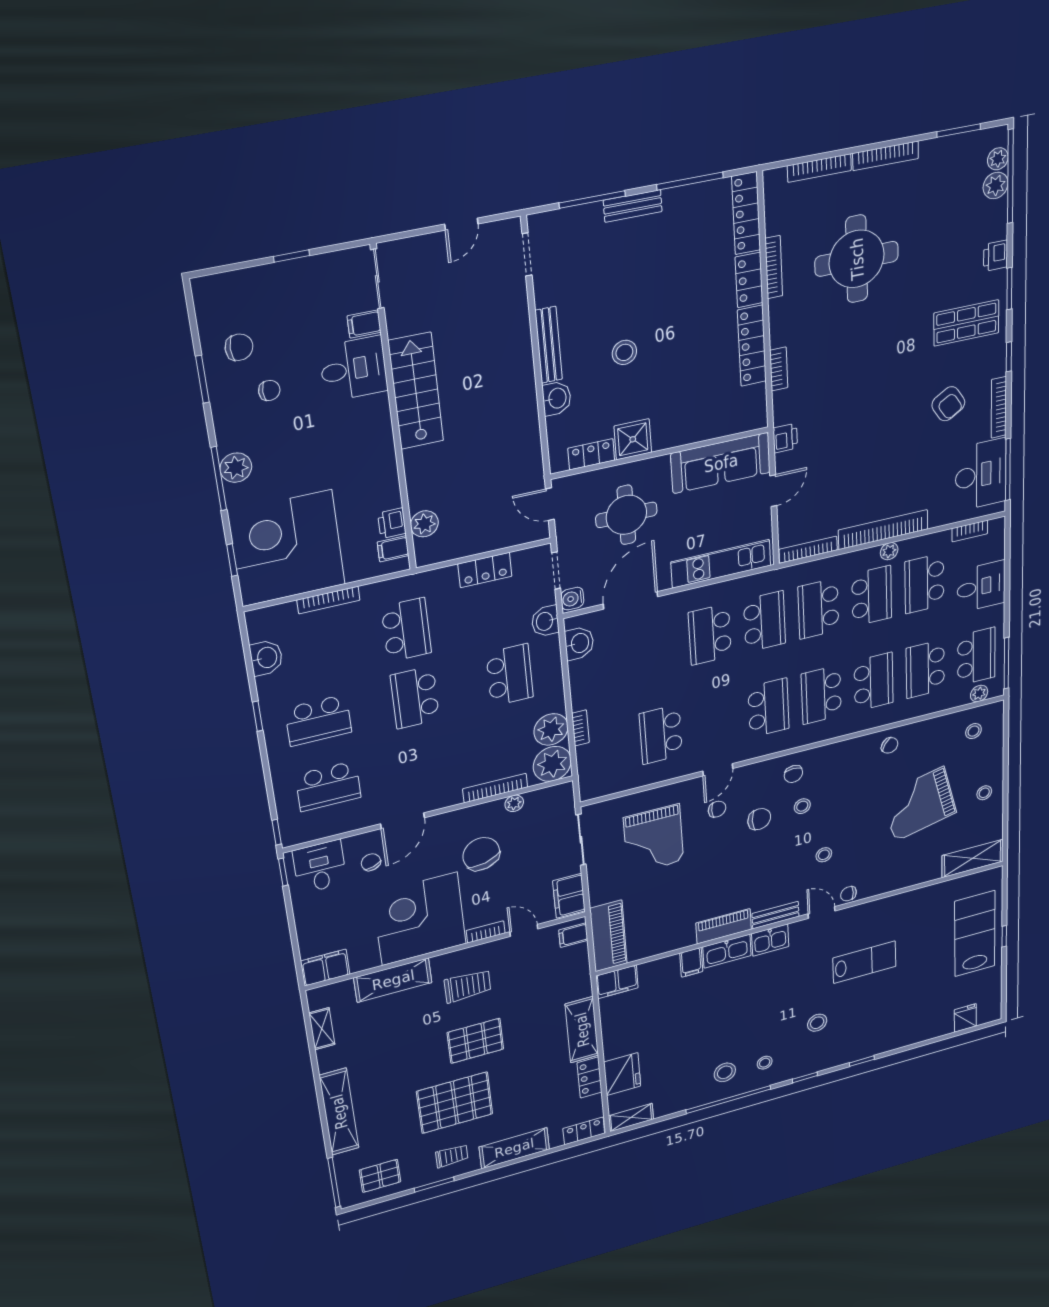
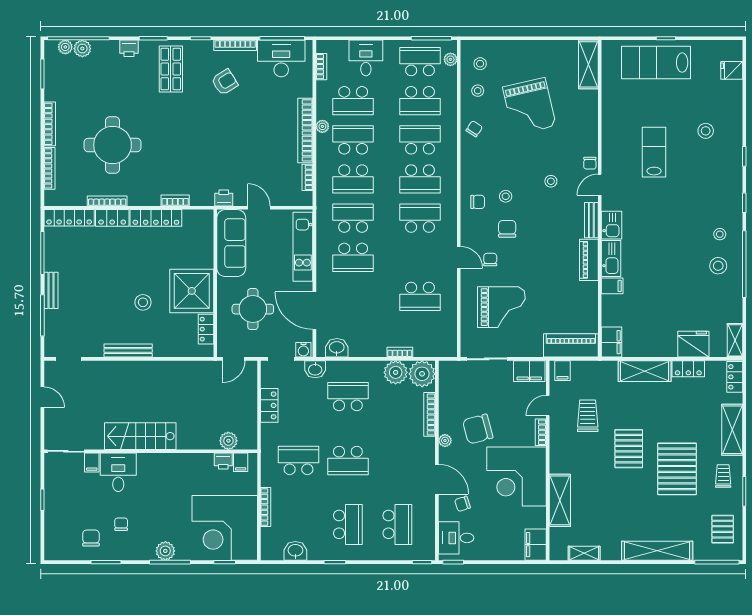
washbasin: (557, 398) -> (164, 348), removed
shower: (633, 439) -> (192, 291), width x1.86, depth x1.86
bookcase: (808, 550) -> (307, 177), width x0.64
stool: (984, 793) -> (478, 91), moved
plant: (514, 803) -> (445, 441), moved
trolley: (468, 986) -> (588, 416), moved
stool: (817, 1023) -> (706, 131), moved

